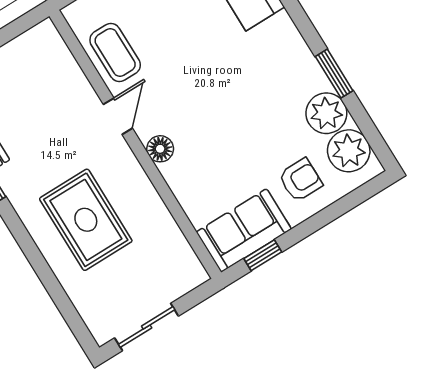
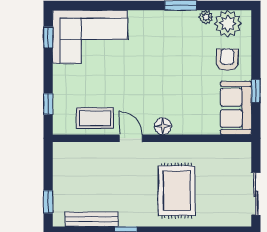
plant: (326, 113) -> (206, 17), width x0.53, depth x0.53
rug: (86, 220) -> (177, 191), turned 90
window: (263, 255) -> (256, 91), moved

